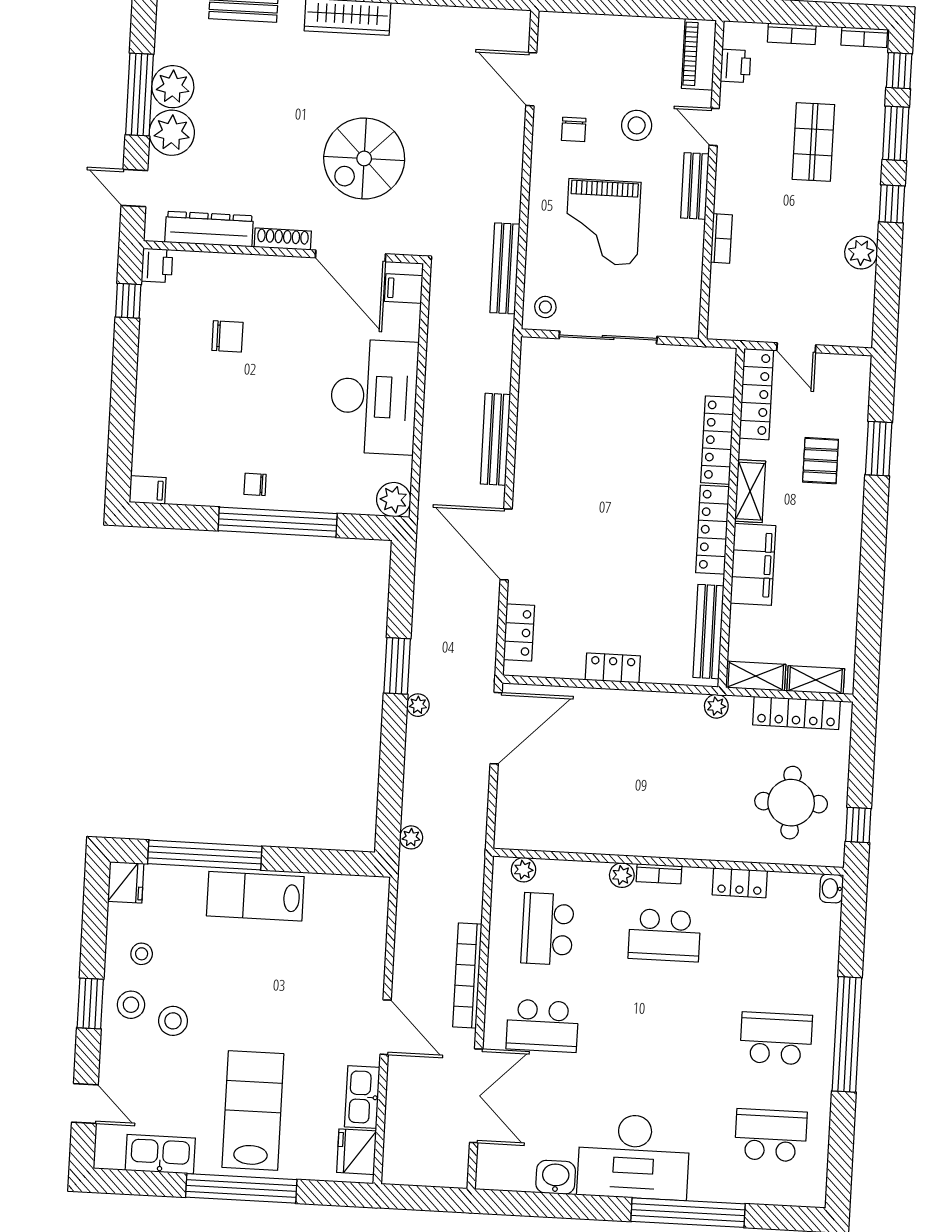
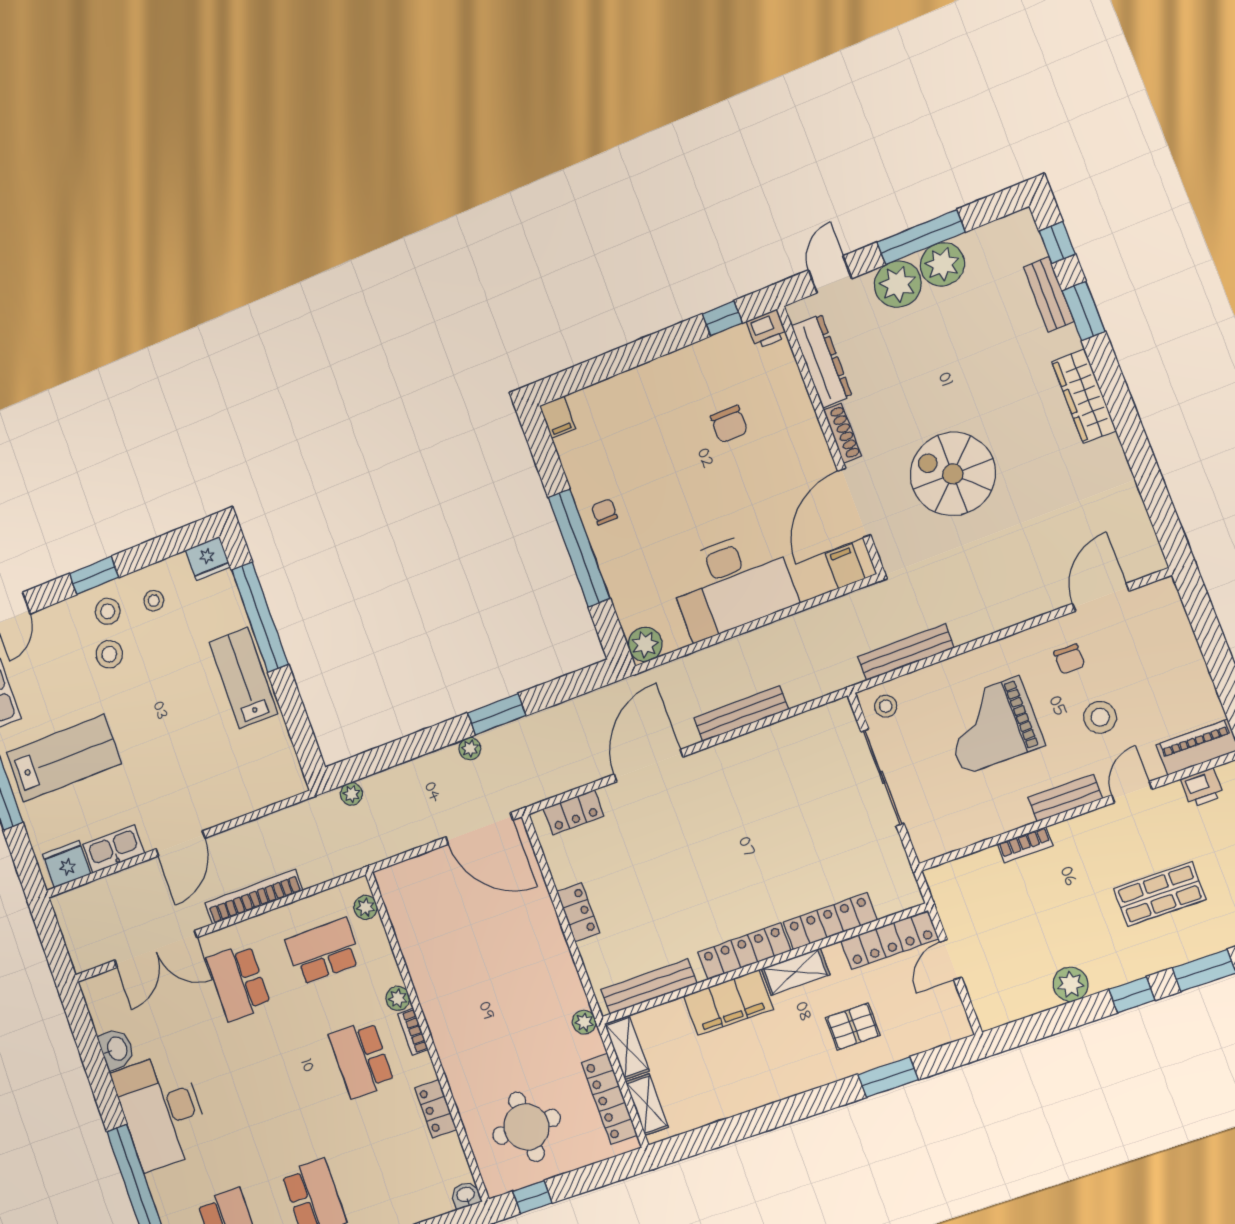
chair: (574, 129) -> (1069, 659), turned -90

